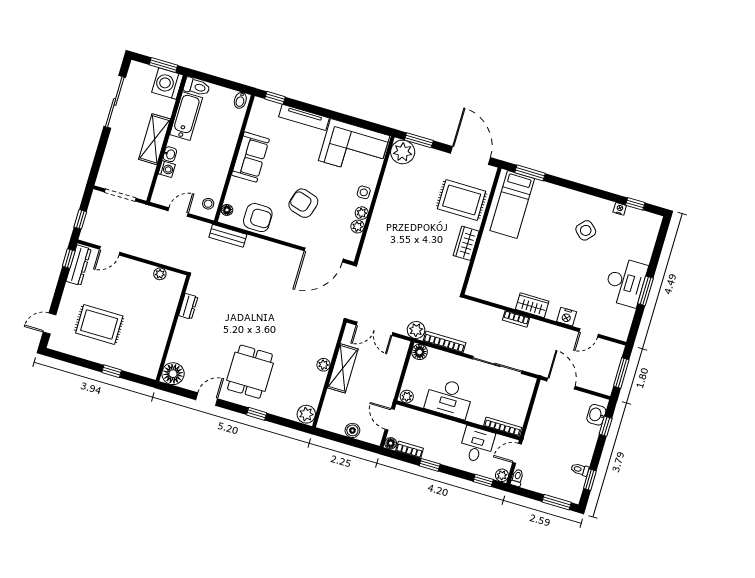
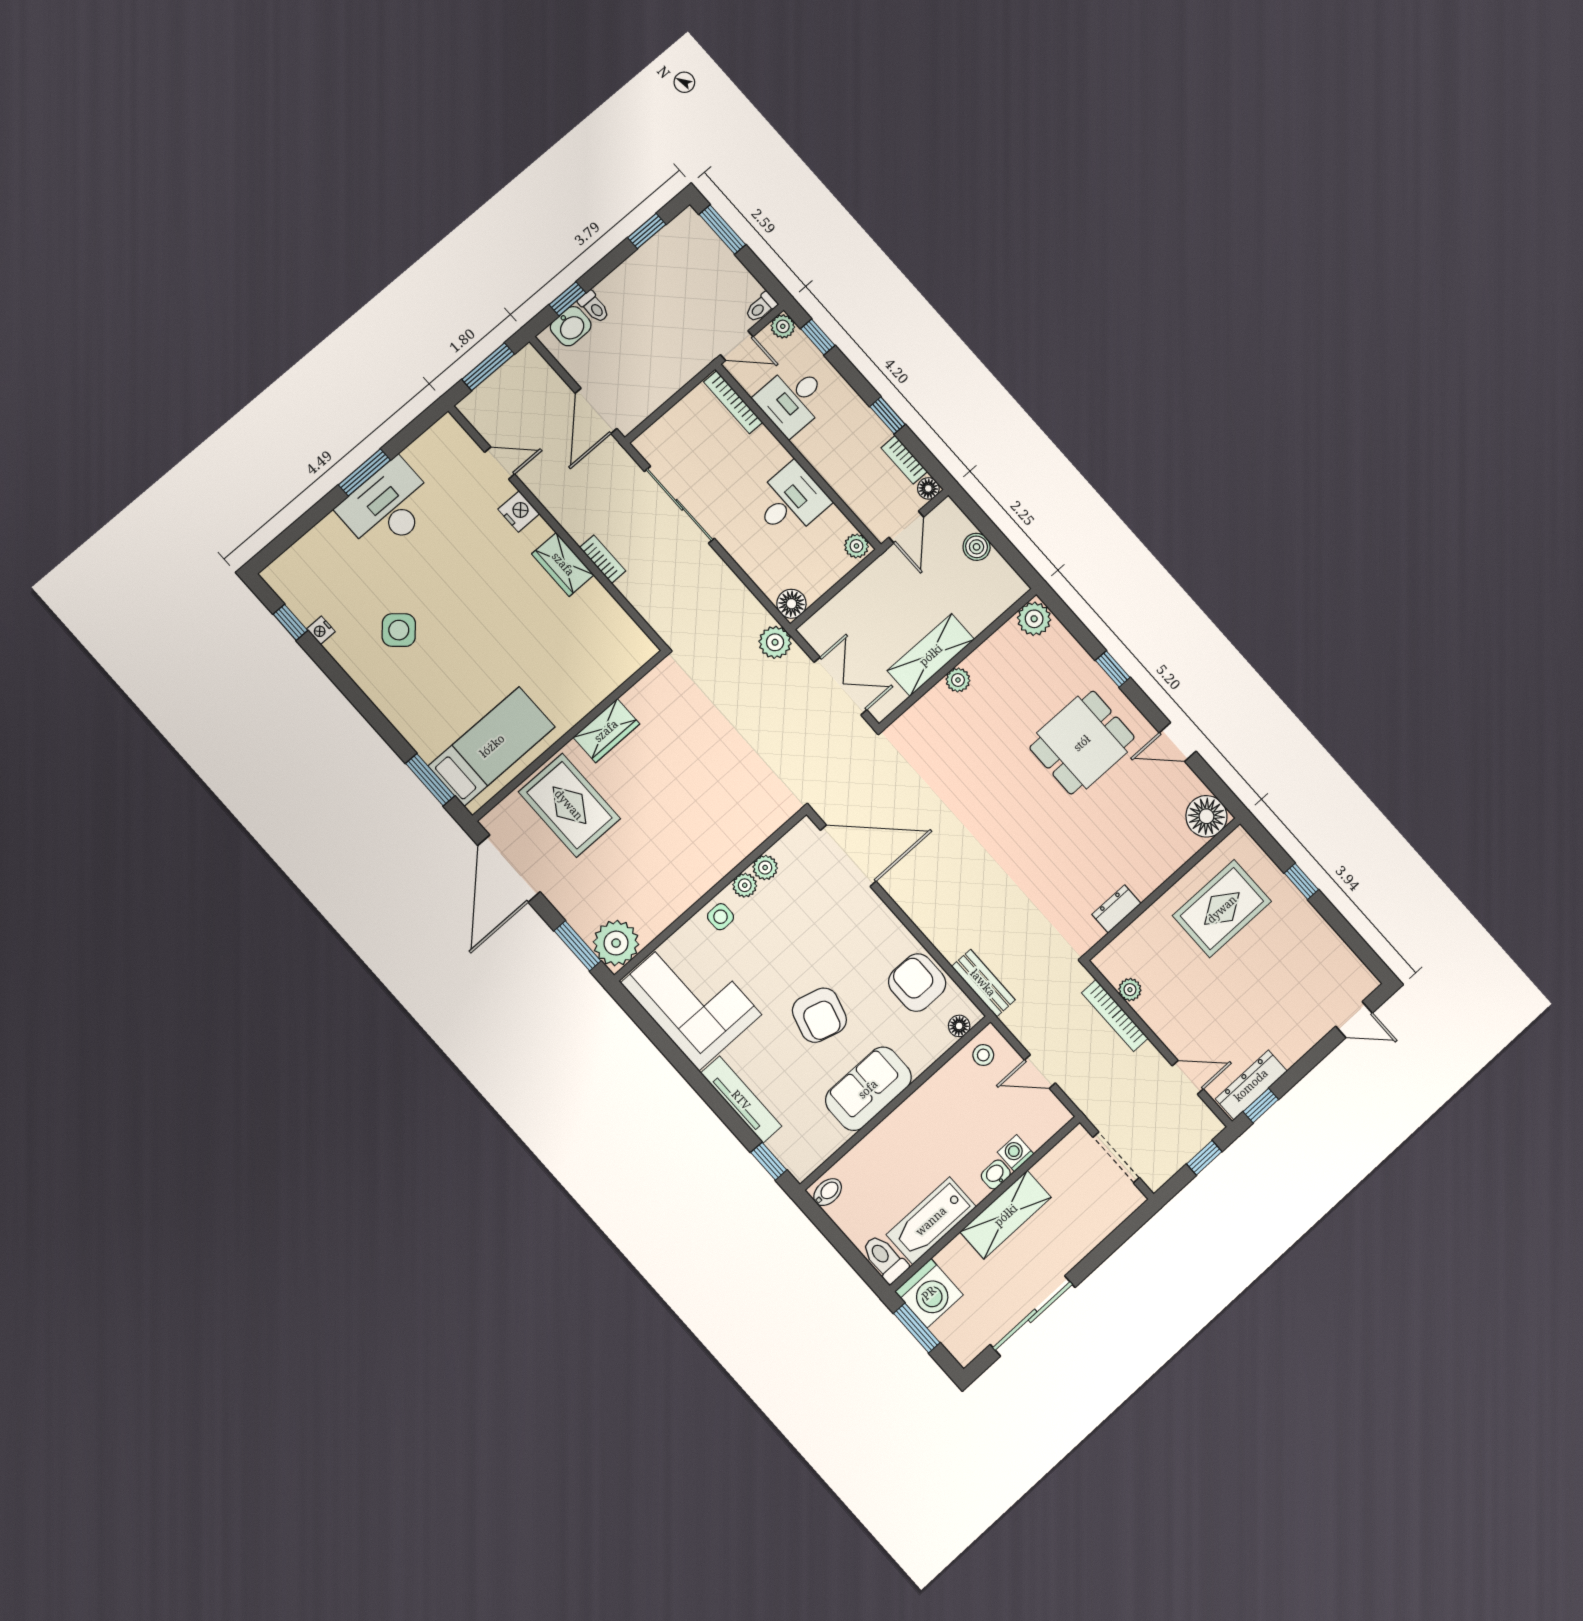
armchair: (303, 203) -> (819, 1015), moved
rug: (99, 325) -> (1222, 909), moved, turned 90
bookcase: (444, 342) -> (1115, 1016), moved
desk: (449, 398) -> (790, 501), width x0.73
toilet: (580, 470) -> (594, 307), moved

